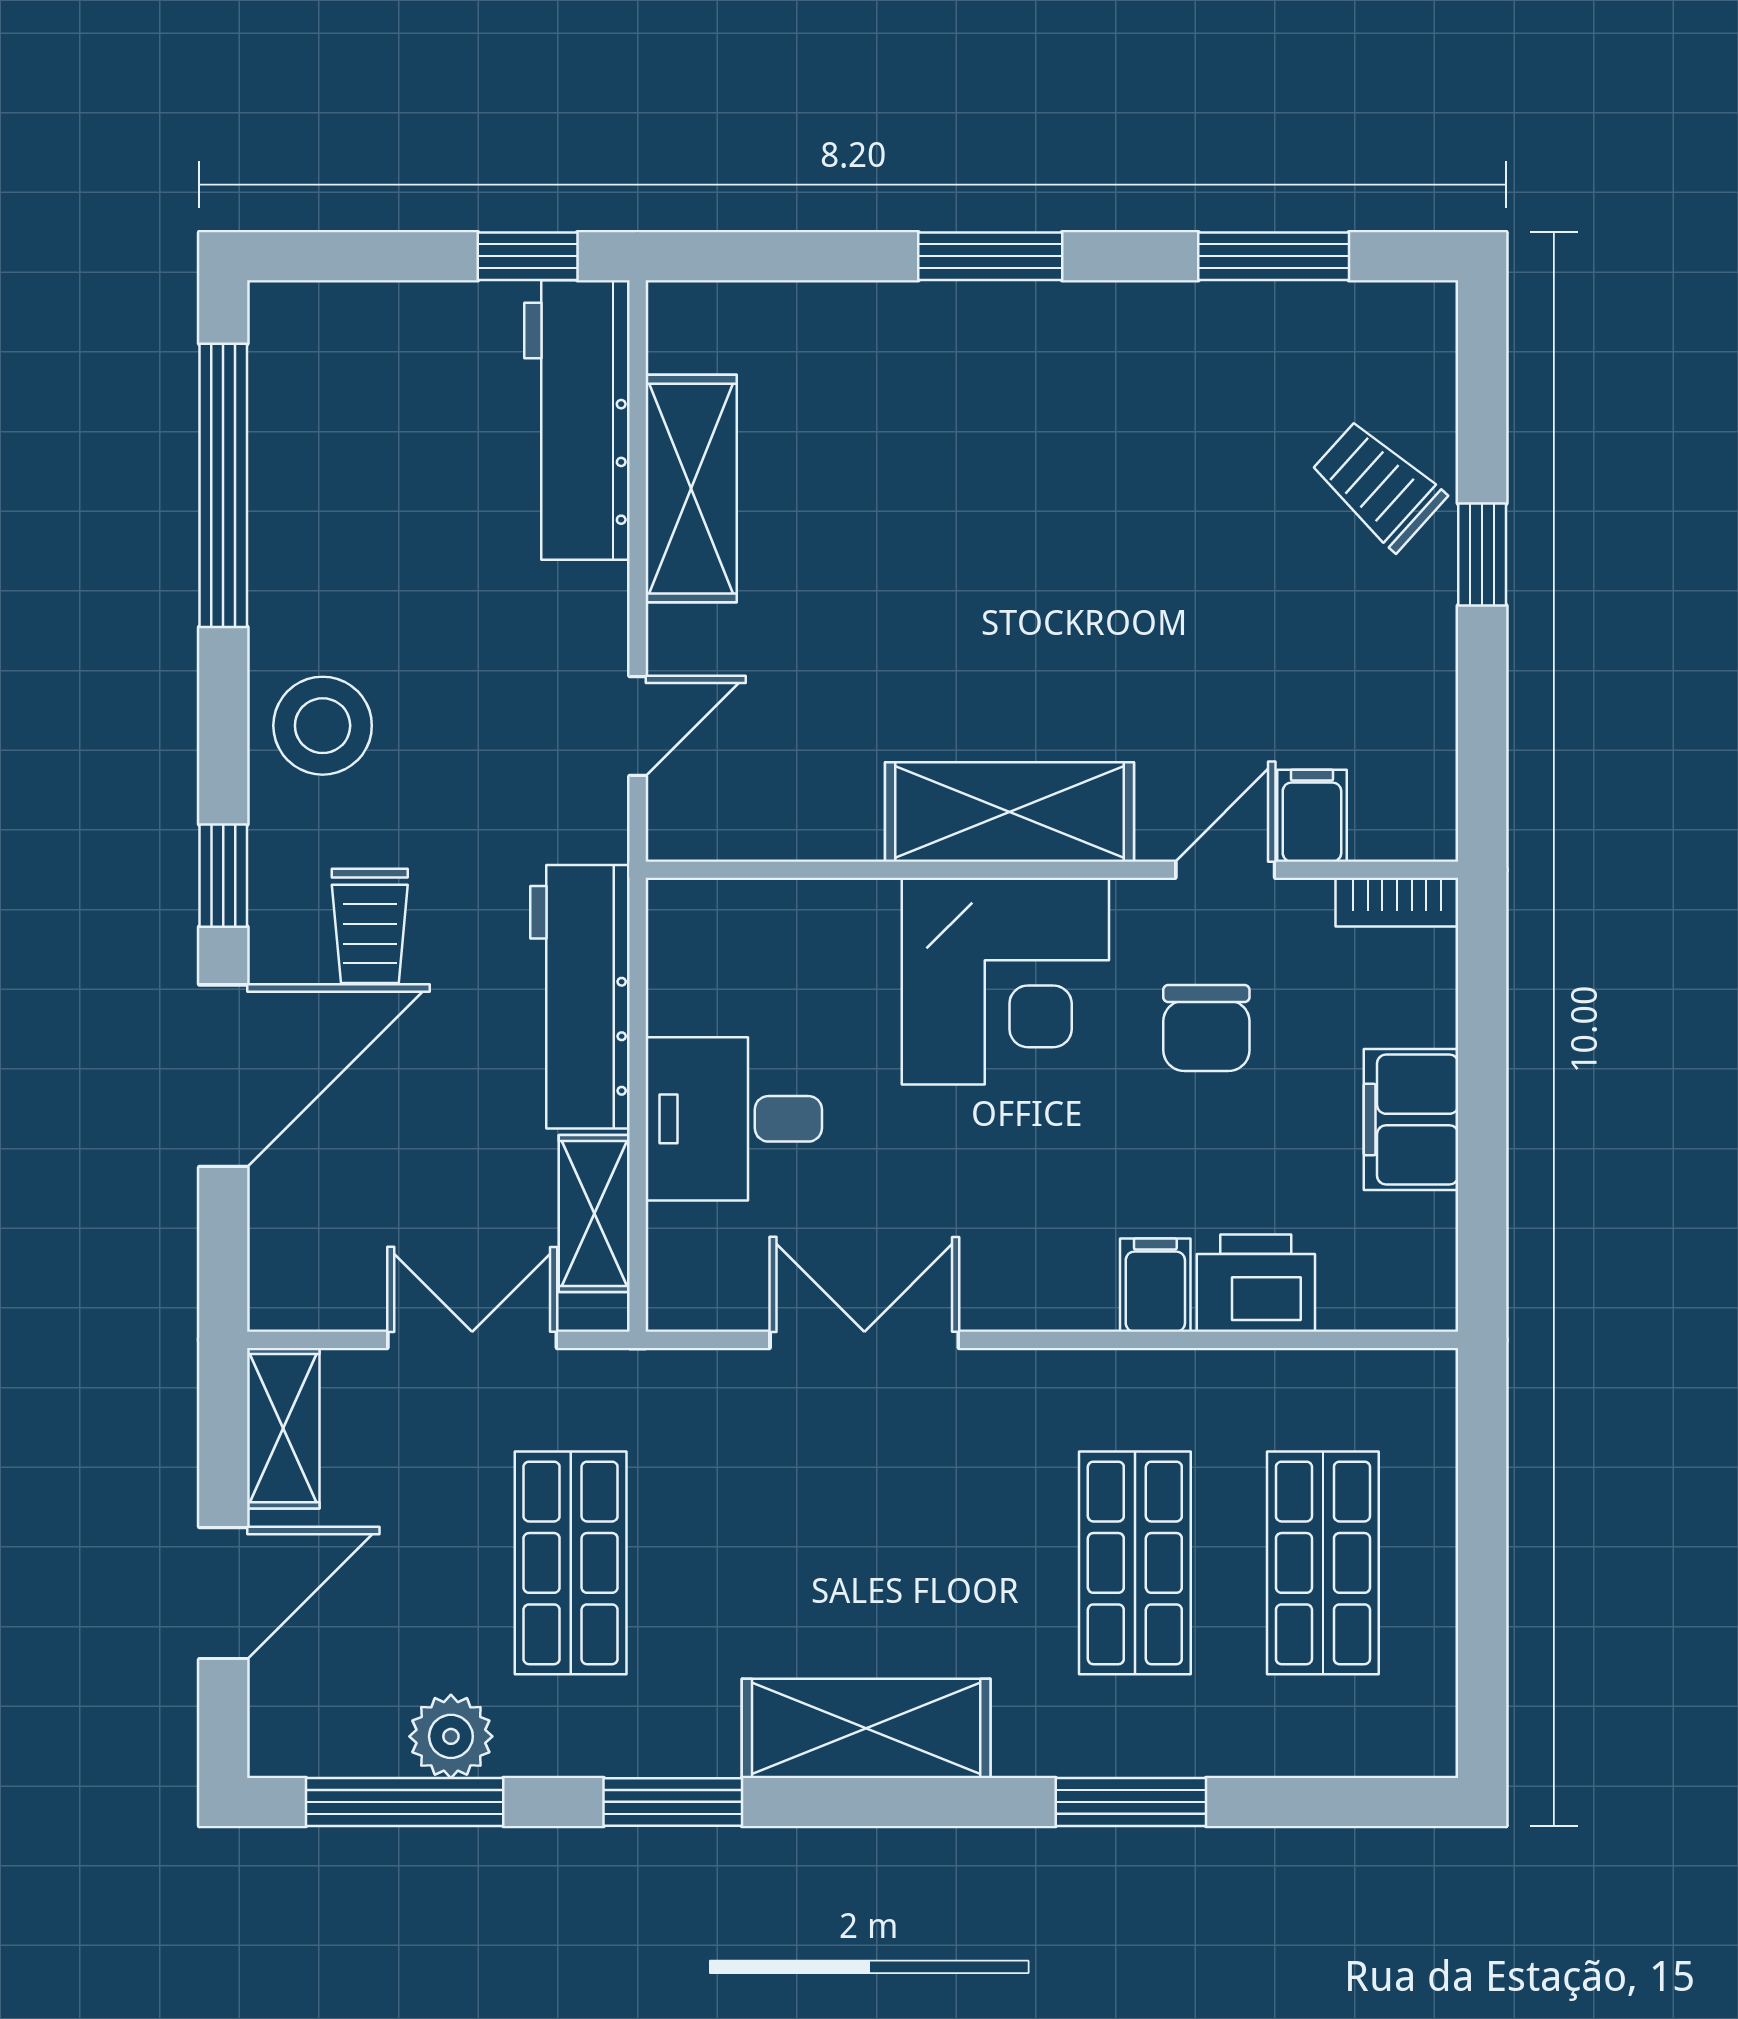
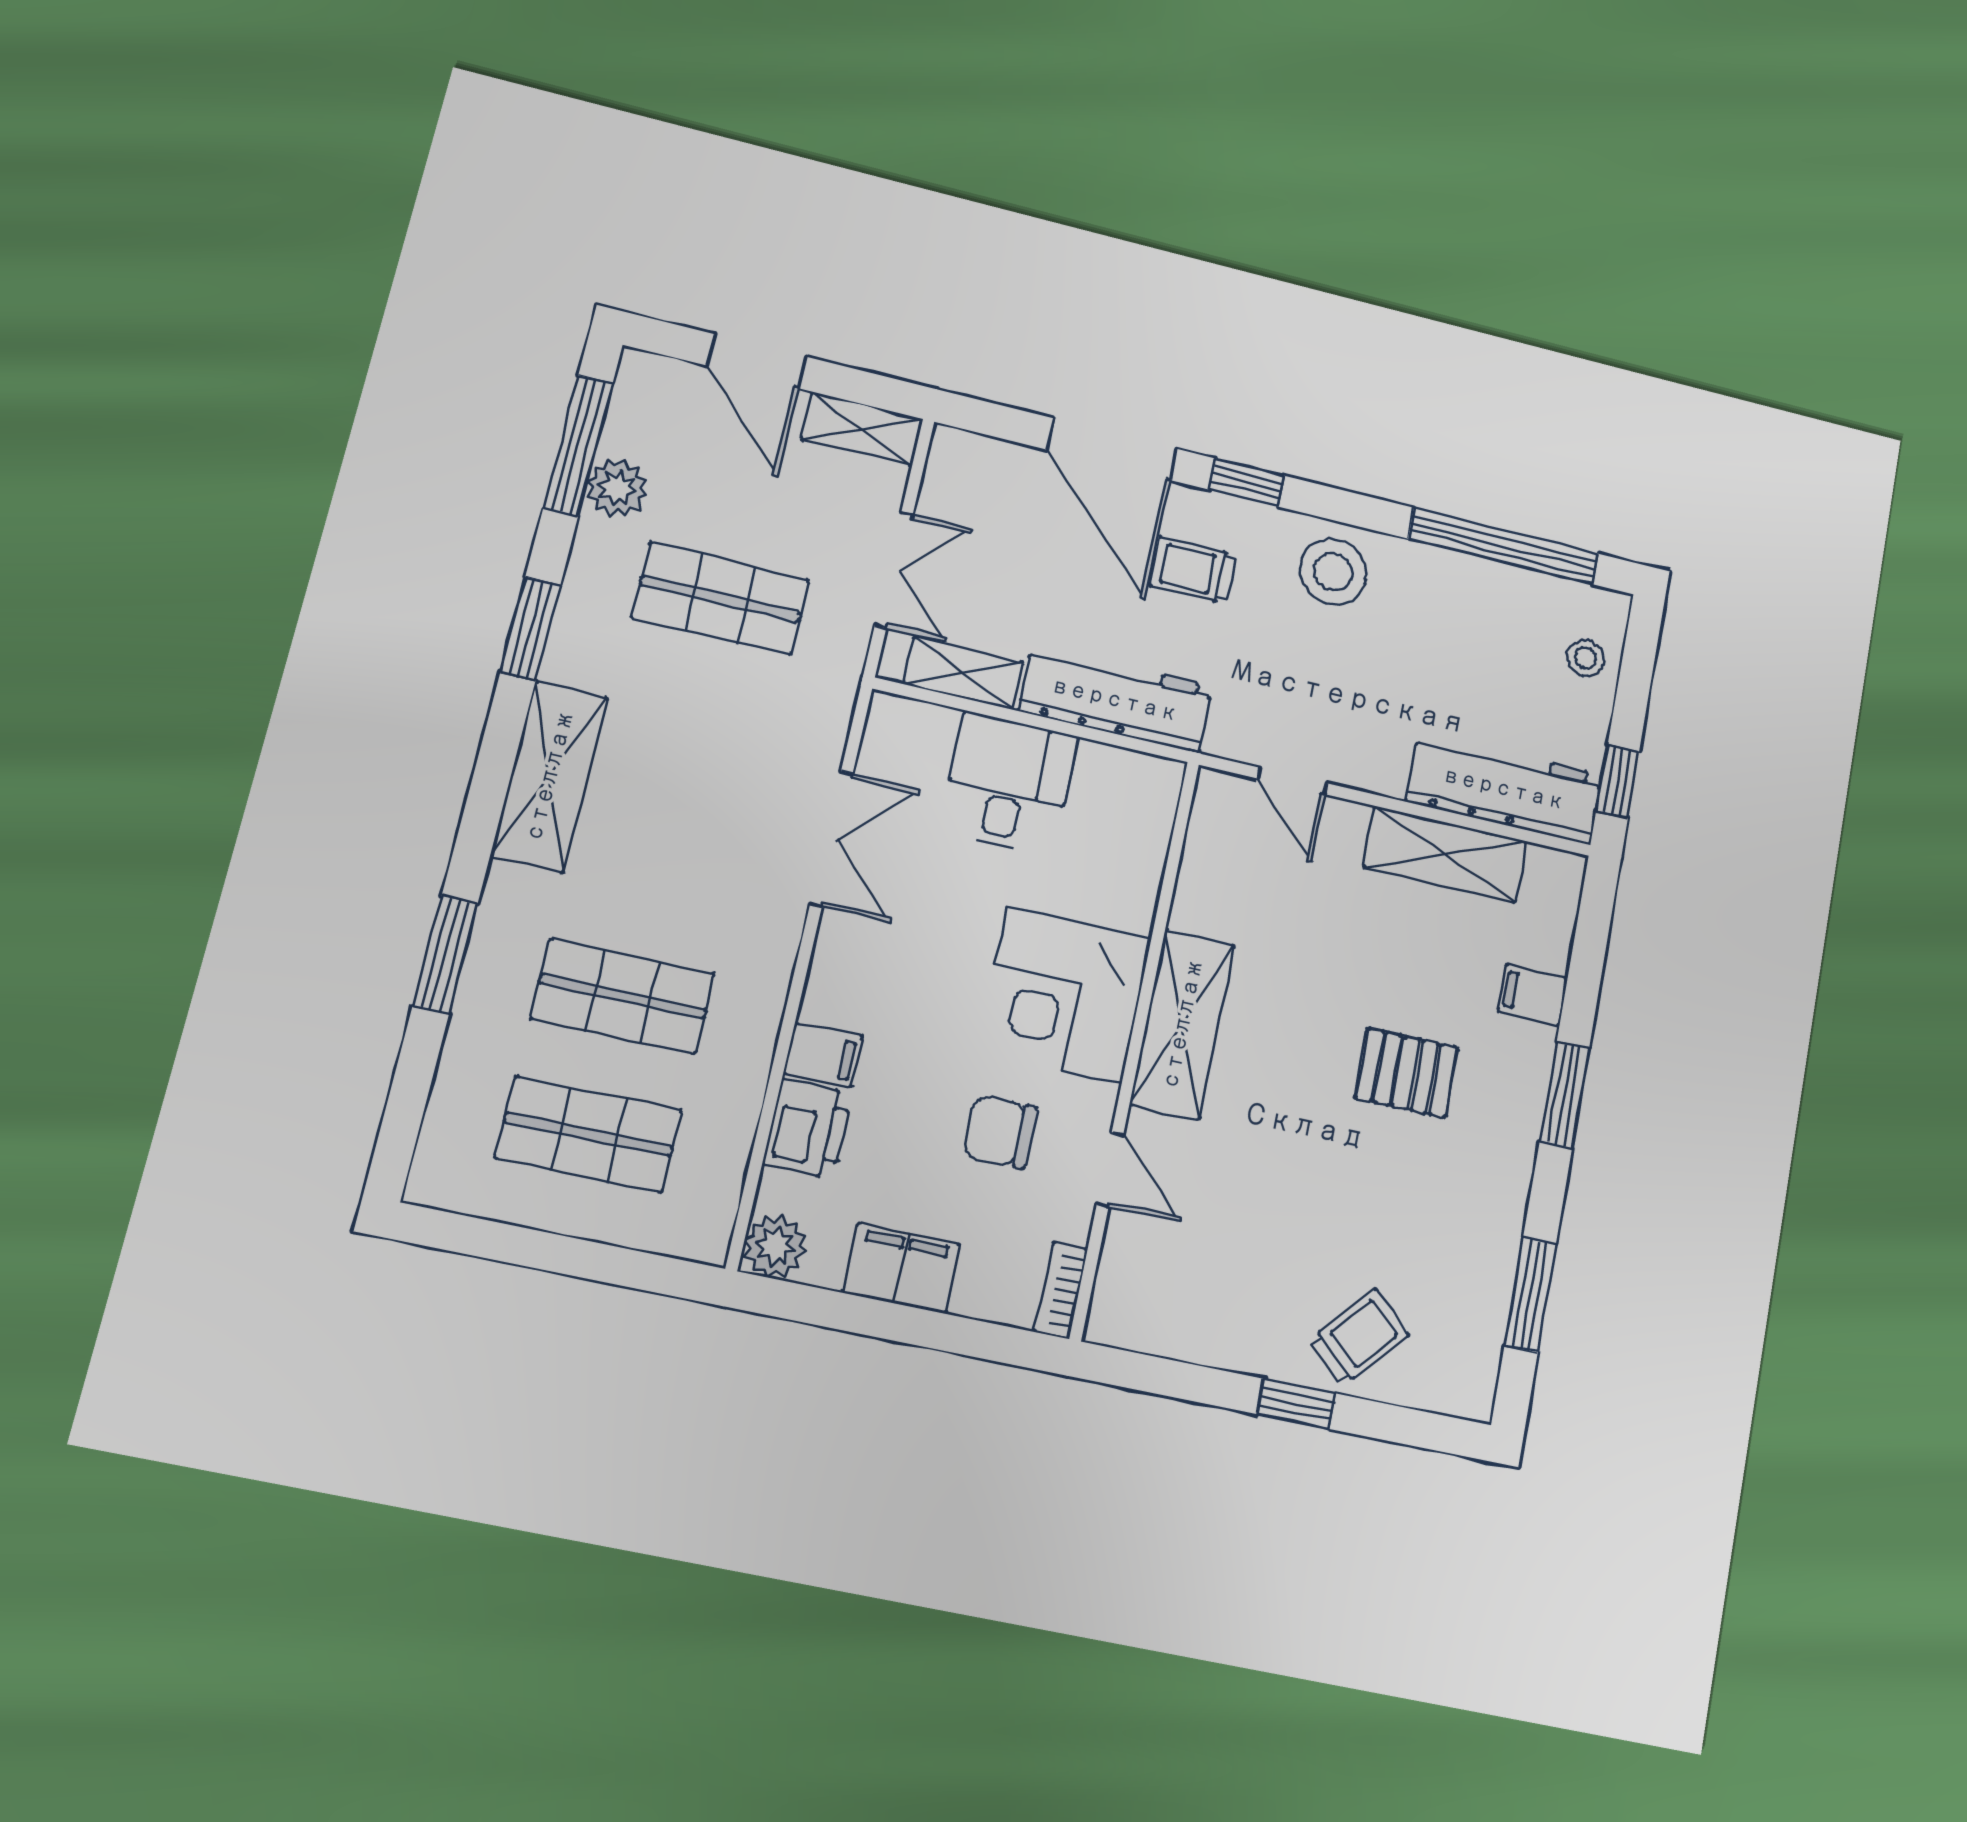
stool: (359, 335) -> (1586, 658), added
pallet: (1008, 487) -> (1406, 1073), added
filing cabinet: (1312, 816) -> (1533, 995), moved, turned 180
plant: (1417, 1290) -> (775, 1246), added

